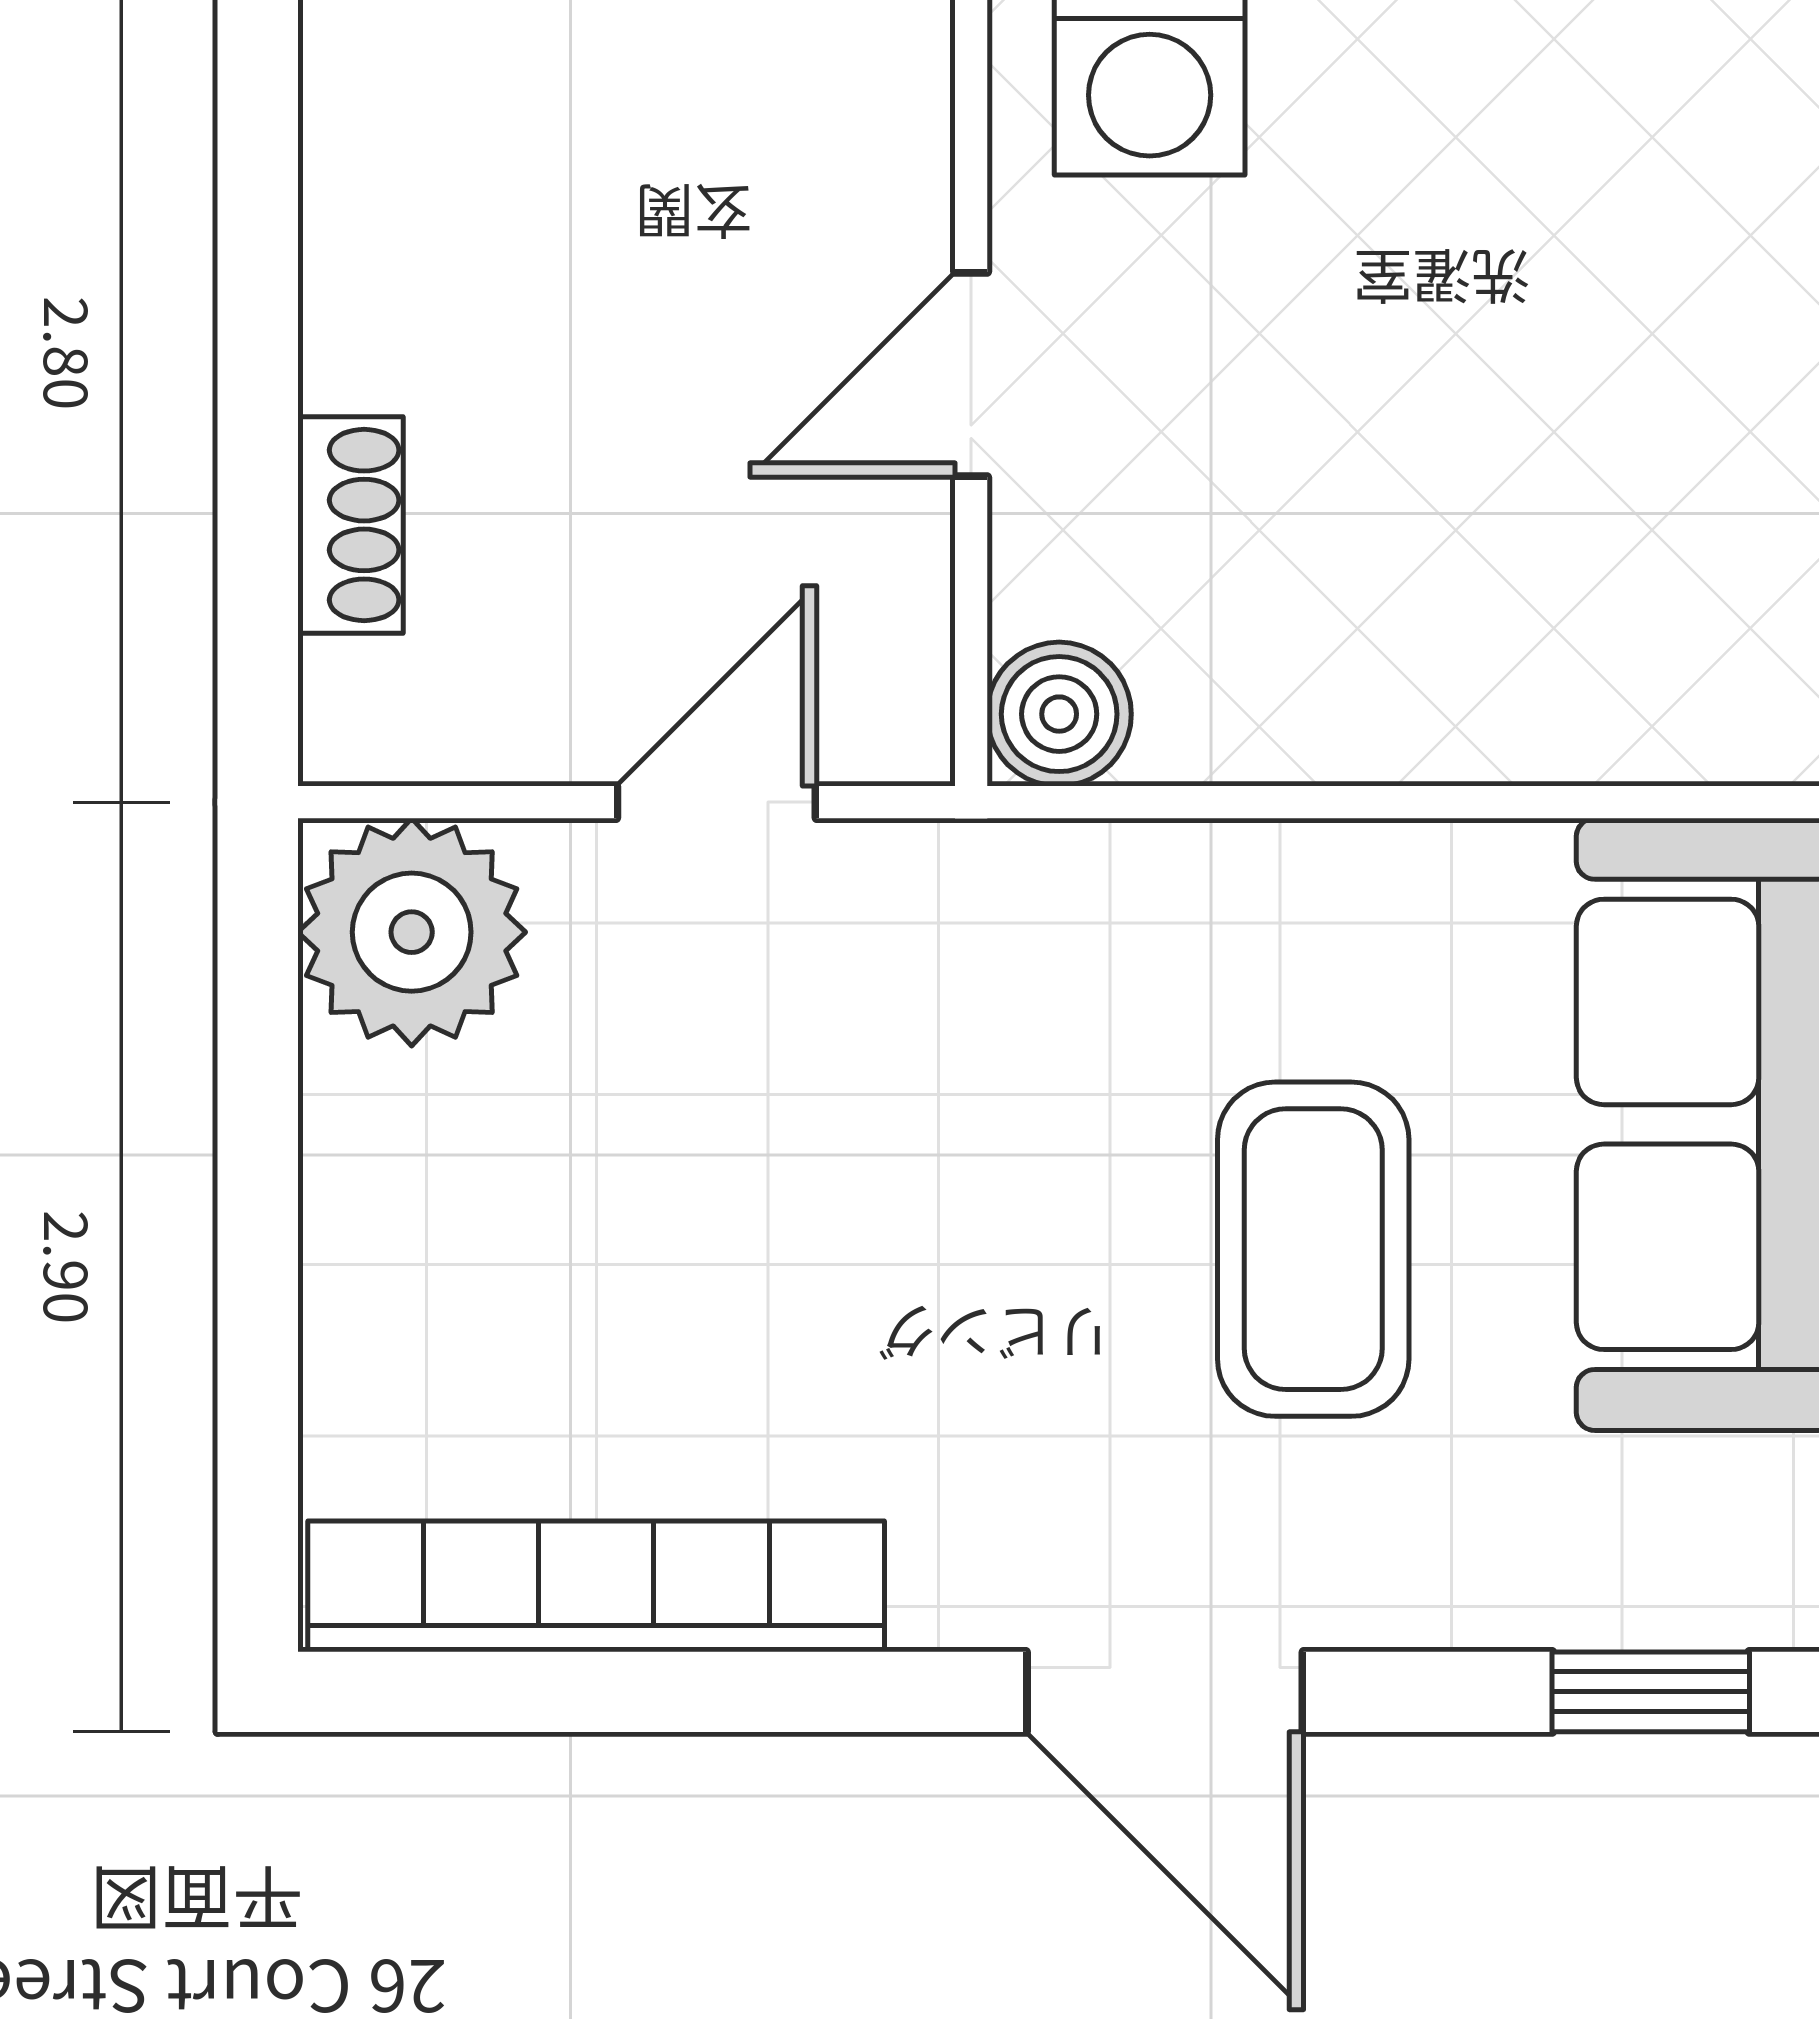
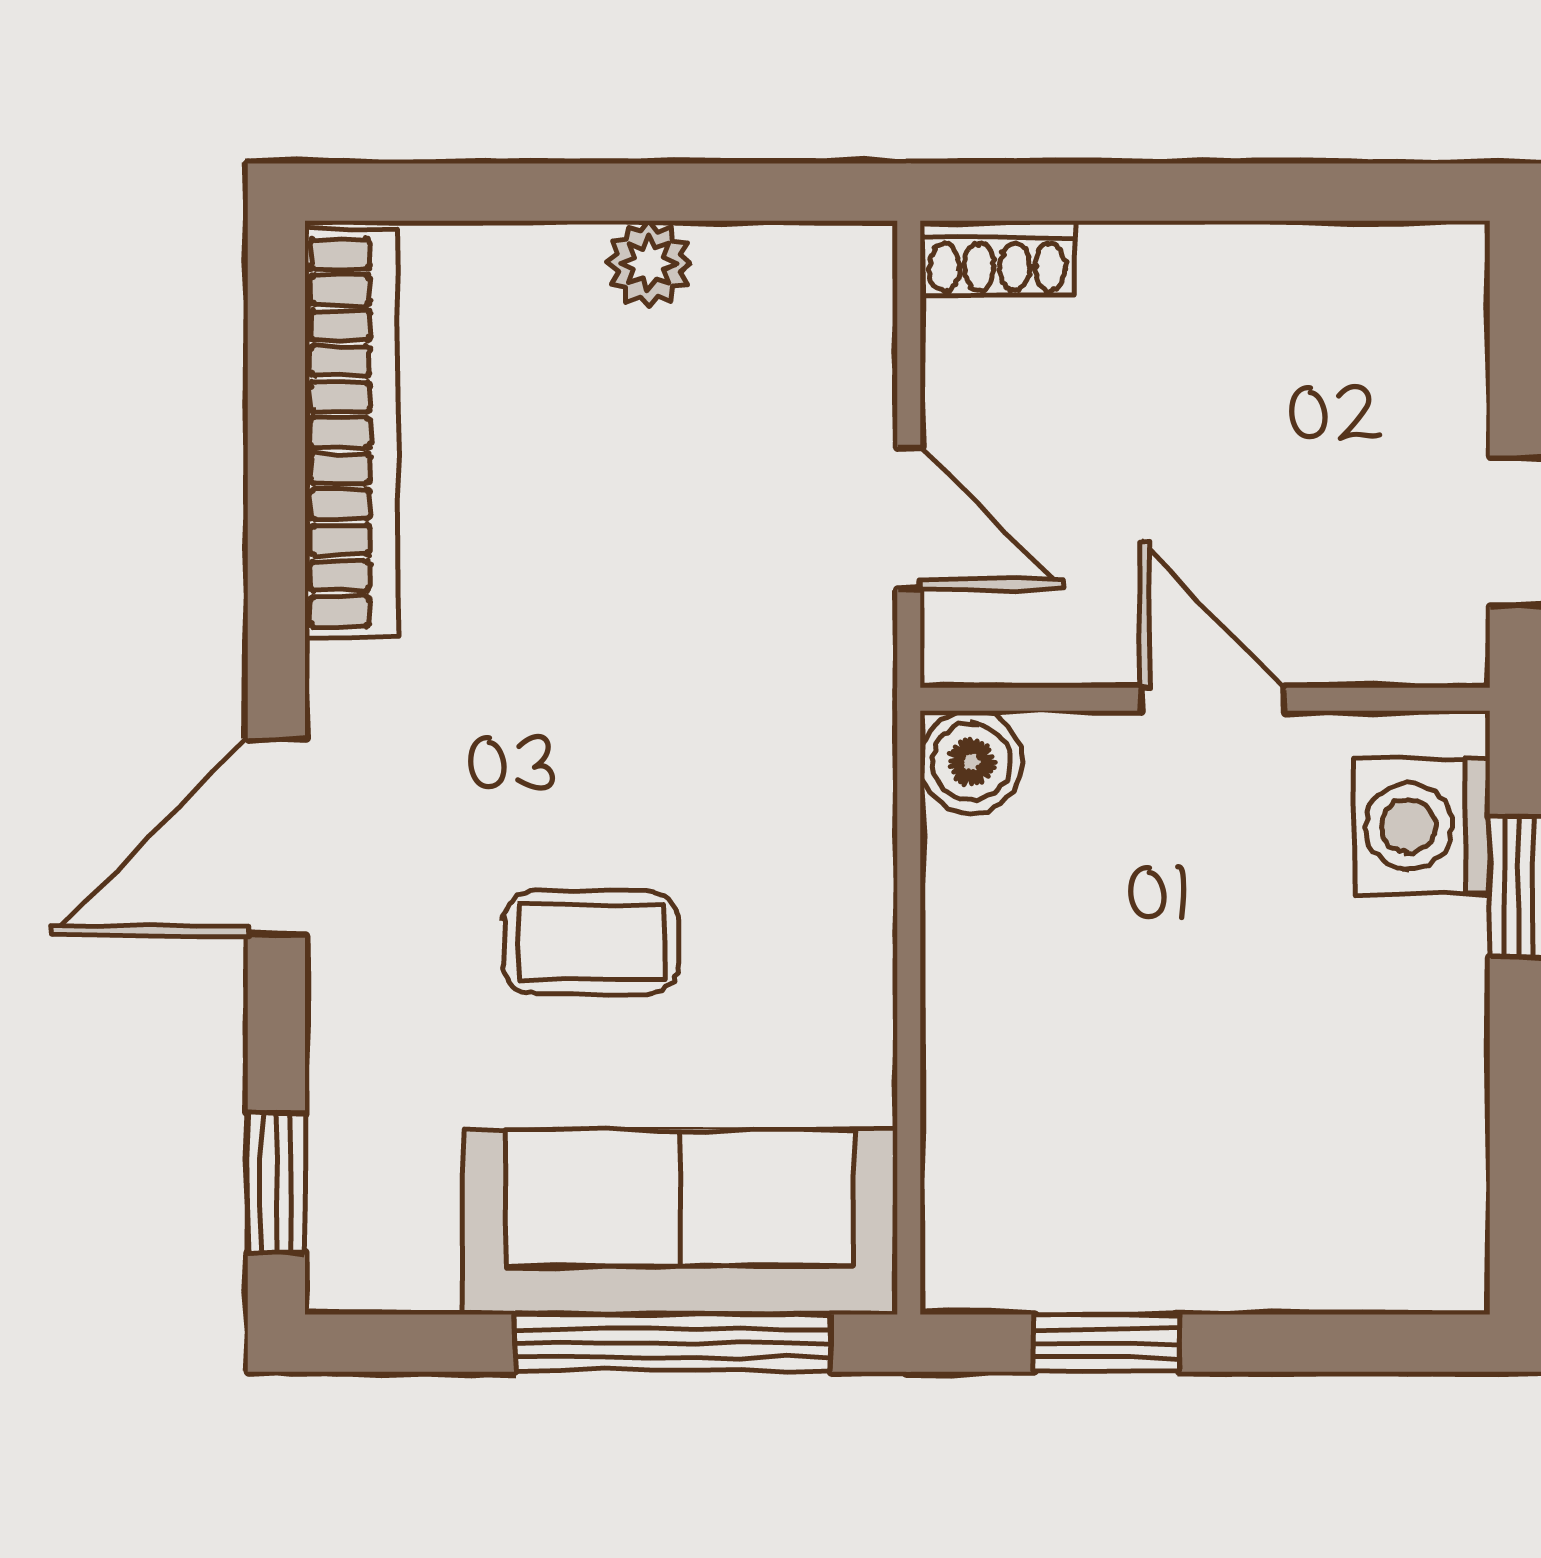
shoe rack: (350, 525) -> (997, 258), moved
plant: (412, 932) -> (649, 264), moved, width x0.53, depth x0.53
coffee table: (1313, 1249) -> (591, 942), width x0.73, depth x0.77

